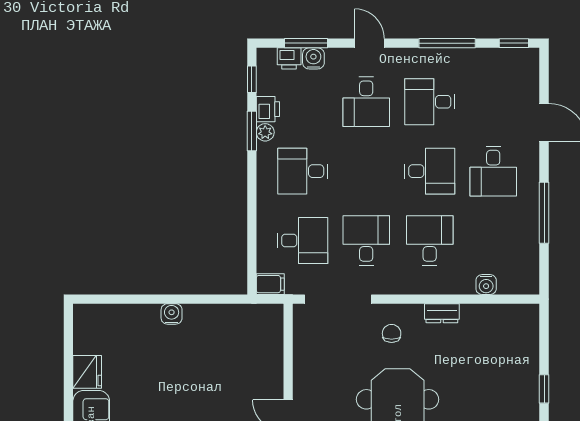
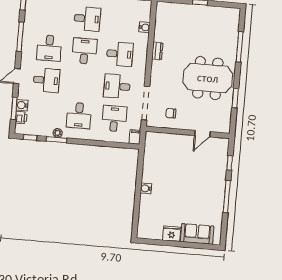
printer: (268, 109) -> (46, 131), removed
desk: (430, 240) -> (120, 54), turned 180
chair: (392, 333) -> (171, 113), moved

